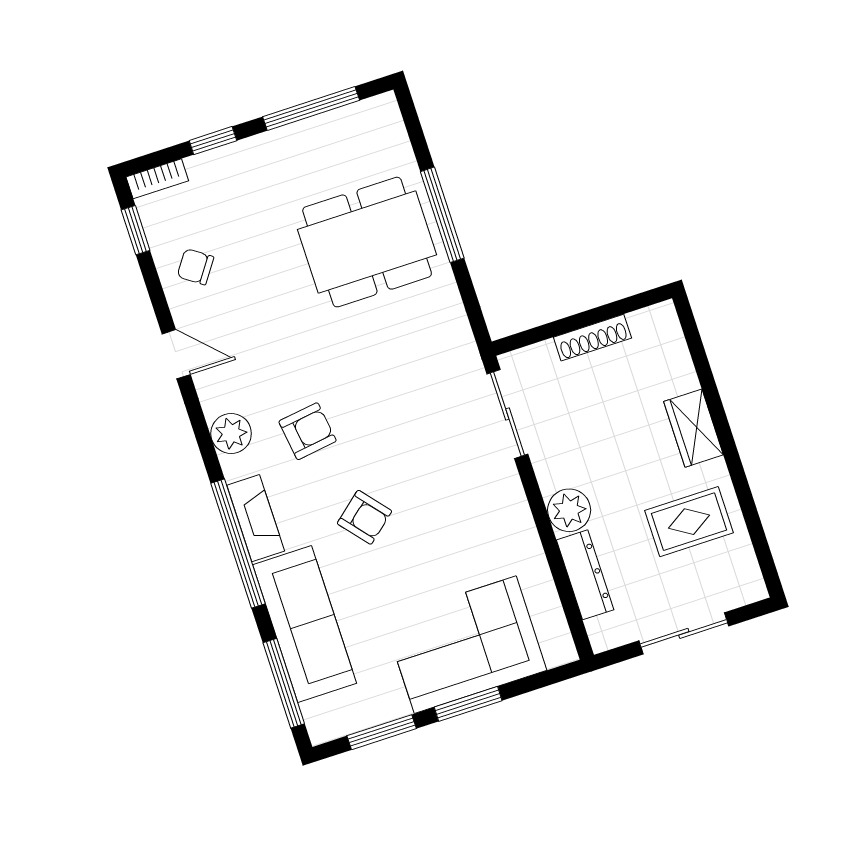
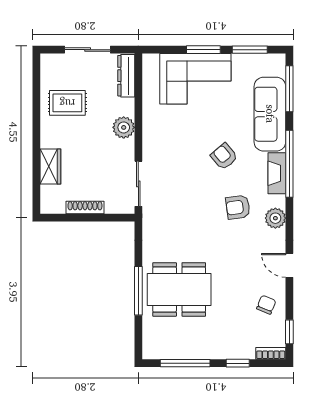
chair: (195, 267) -> (266, 305), turned -103
wardrobe: (693, 428) -> (50, 167), moved
dresser: (585, 575) -> (126, 76), moved

